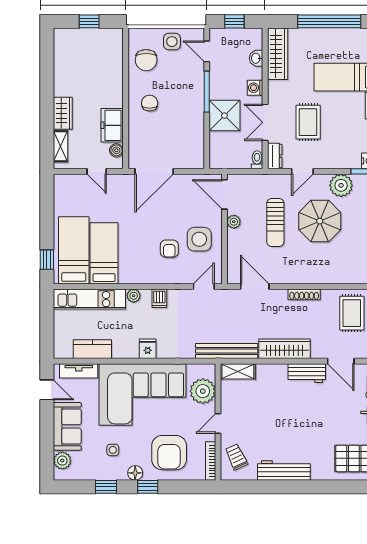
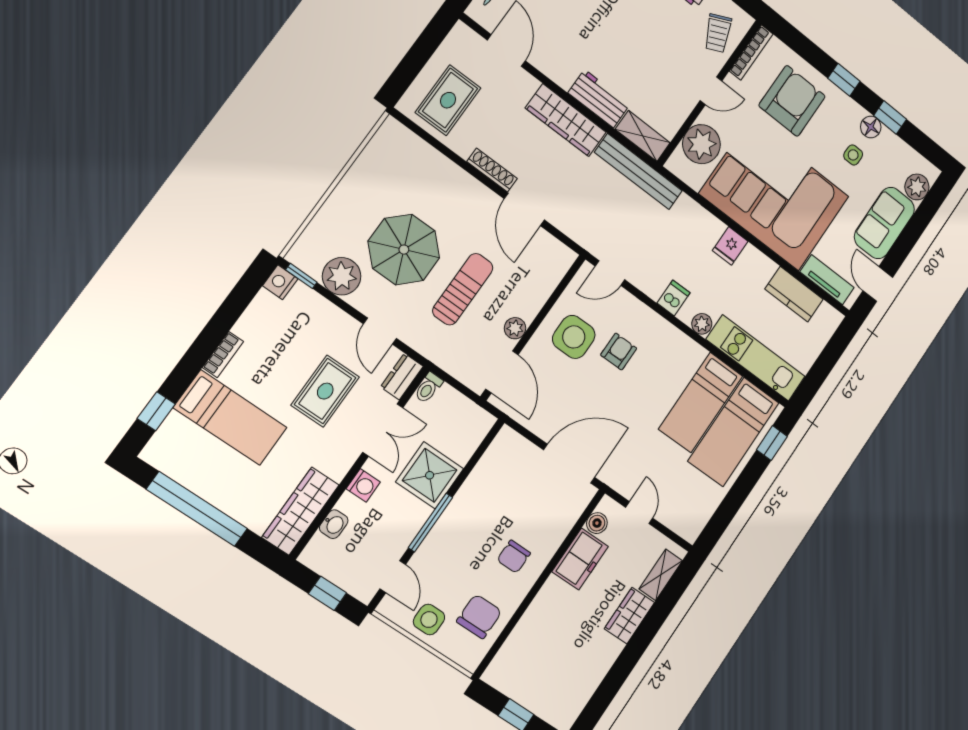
door: (302, 171) -> (380, 331), swing flipped
door: (255, 286) -> (524, 209), moved
workbench: (307, 373) -> (599, 99), moved
floor lamp: (135, 473) -> (871, 127), moved

